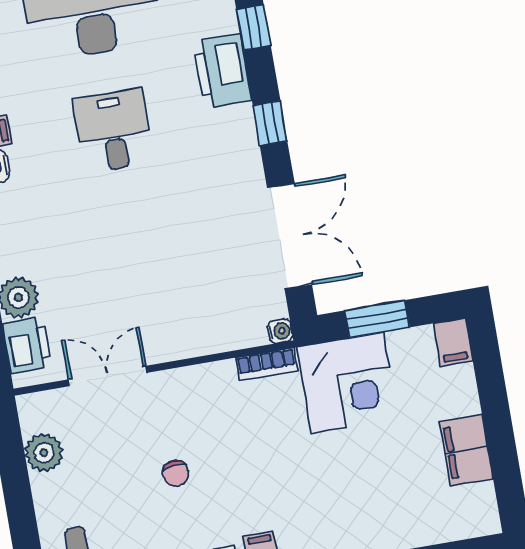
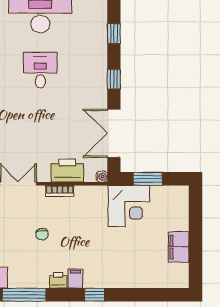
printer: (222, 71) -> (67, 171), moved, turned 90
double door: (290, 236) -> (114, 133), swing flipped
filing cabinet: (453, 342) -> (181, 196), removed
bookcase: (267, 364) -> (60, 191), moved

